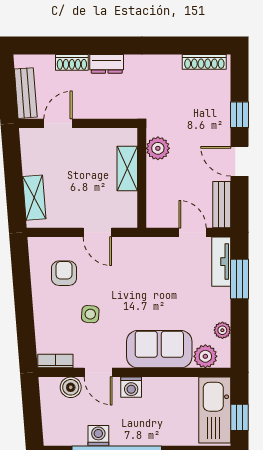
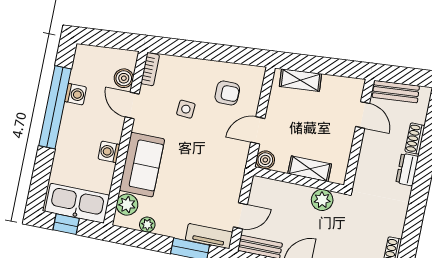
boiler: (127, 218) -> (265, 160), added
door: (98, 372) -> (132, 105), hinge flipped
washing machine: (131, 387) -> (109, 152), moved

